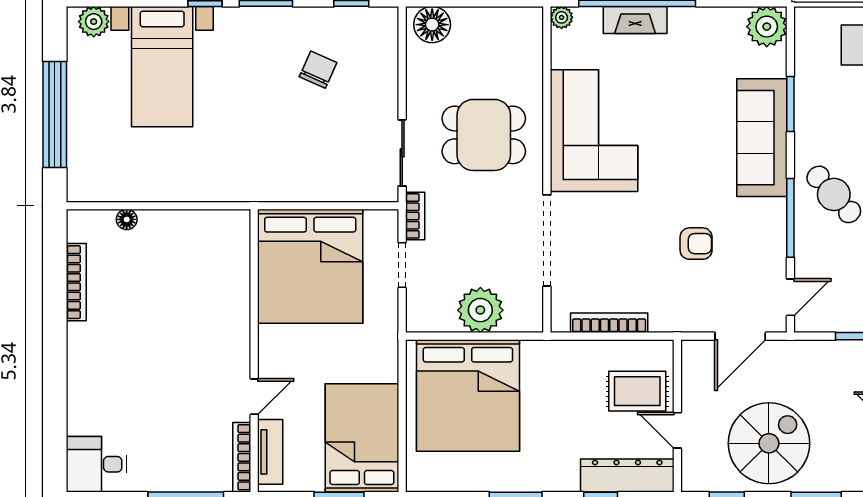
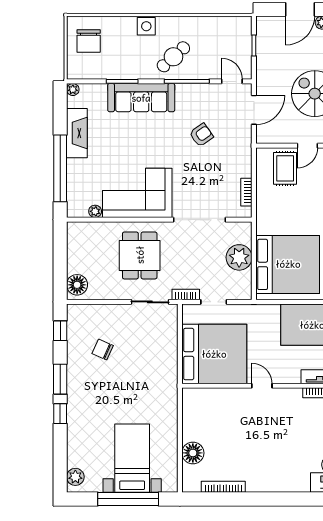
plant: (562, 17) -> (95, 211), moved
fireplace: (635, 20) -> (77, 133), moved, width x1.37, depth x1.32
plant: (767, 27) -> (73, 90), width x0.53, depth x0.53
bed with nightstands: (162, 67) -> (132, 458), moved, turned -90
floor lamp: (127, 219) -> (193, 453), width x1.89, depth x1.89
armchair: (696, 244) -> (201, 135), turned 55
bookcase: (609, 323) -> (246, 192), width x0.64
door: (740, 336) -> (254, 110), hinge flipped
door: (254, 397) -> (262, 386), moved

